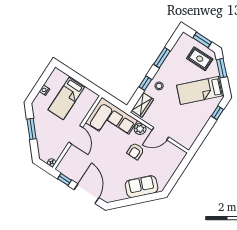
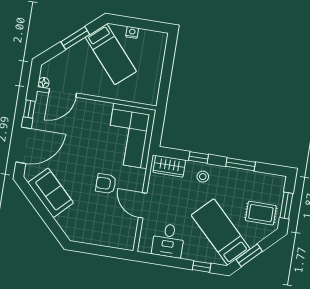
rug: (200, 59) -> (261, 213), turned 90
window: (222, 68) -> (249, 255), moved
bed: (67, 98) -> (111, 54), moved, turned -131
desk: (191, 127) -> (168, 240), added
plant: (140, 129) -> (137, 177), removed
door: (76, 135) -> (63, 93), moved
sofa: (142, 187) -> (51, 193), moved

